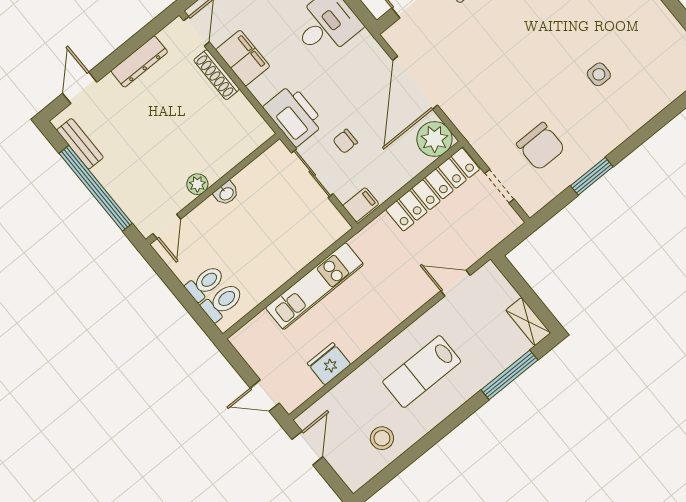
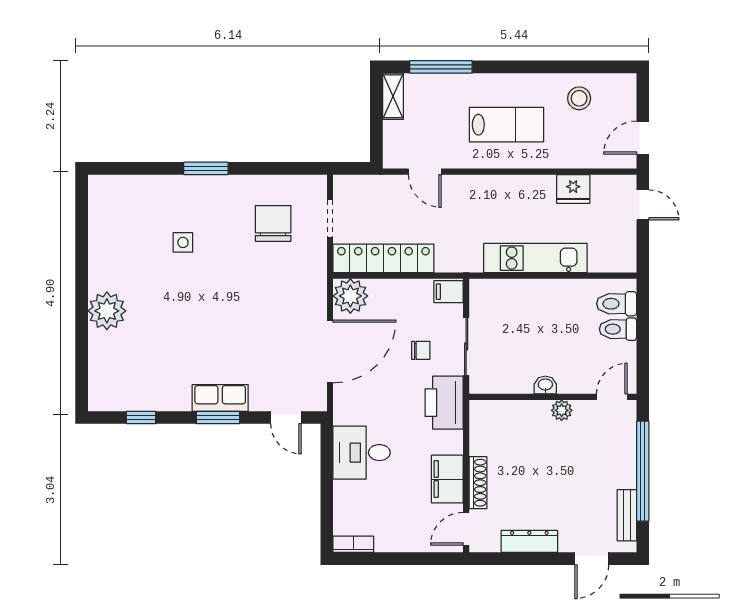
window: (592, 176) -> (206, 168), moved

